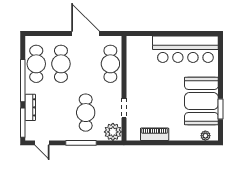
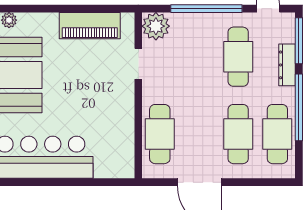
cafe table: (86, 113) -> (238, 57), moved
piano: (155, 134) -> (90, 26), width x1.37, depth x1.33
window: (81, 143) -> (206, 9), width x1.46

